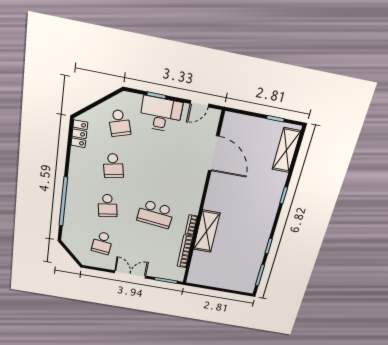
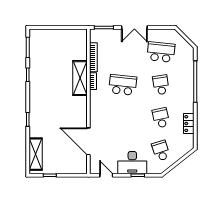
door: (199, 104) -> (106, 175), hinge flipped
locker: (79, 134) -> (189, 124), moved
school desk: (102, 243) -> (161, 52), width x1.85

